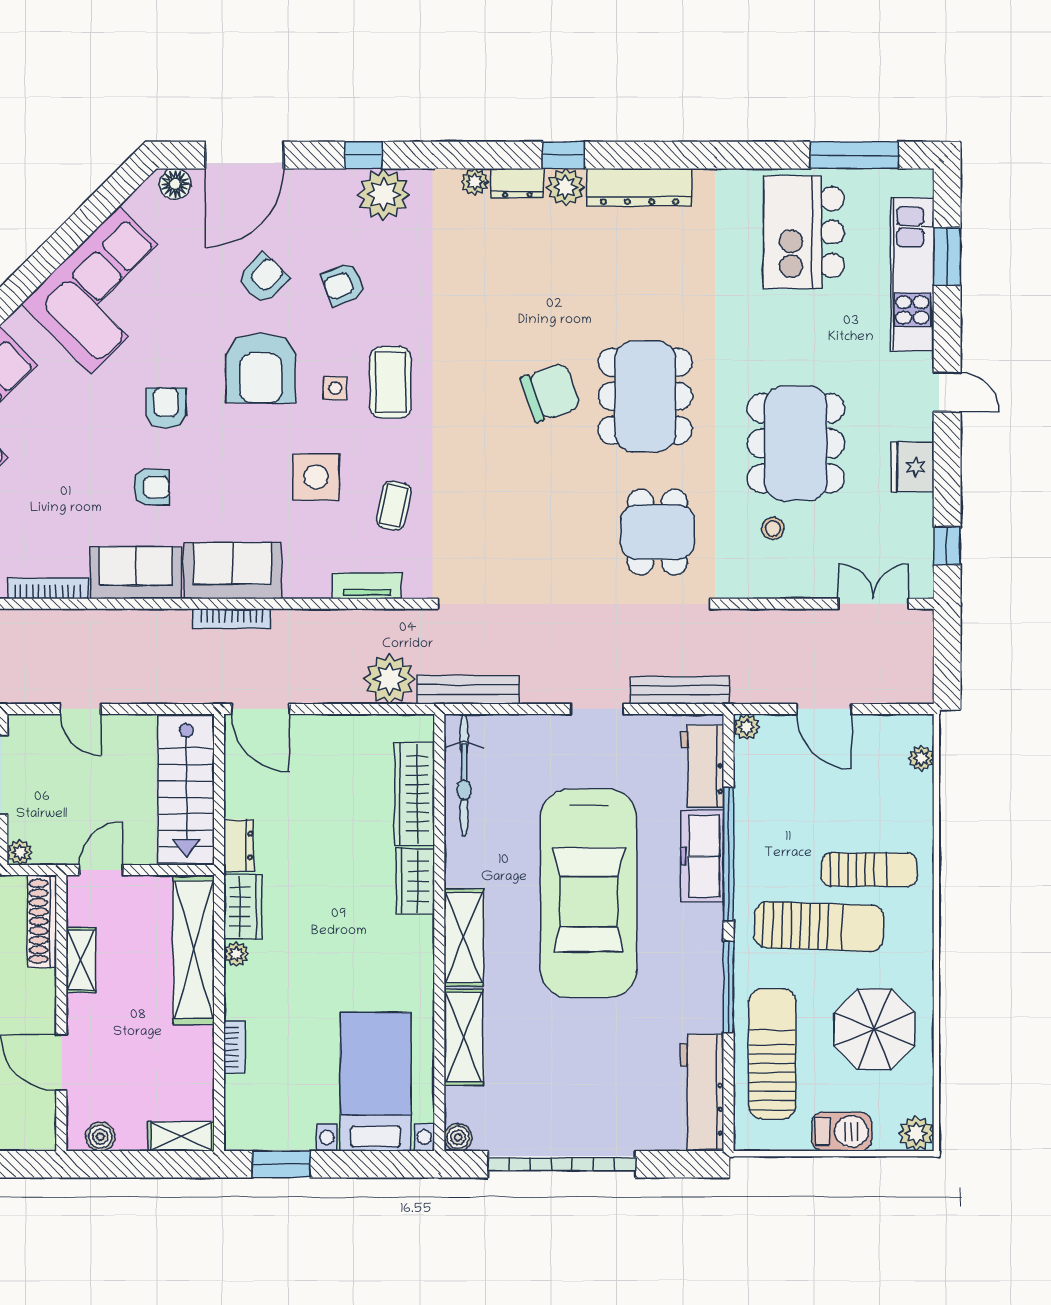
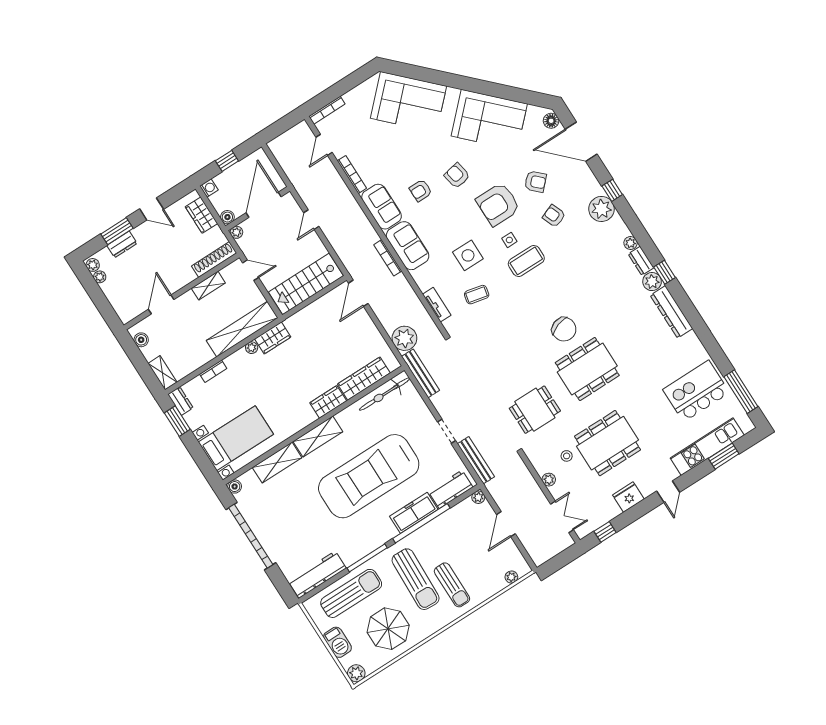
armchair: (166, 408) -> (457, 176), turned -101
armchair: (151, 487) -> (421, 191), turned 90
plant: (794, 585) -> (549, 480), added
dresser: (239, 845) -> (180, 401), moved, turned -90

